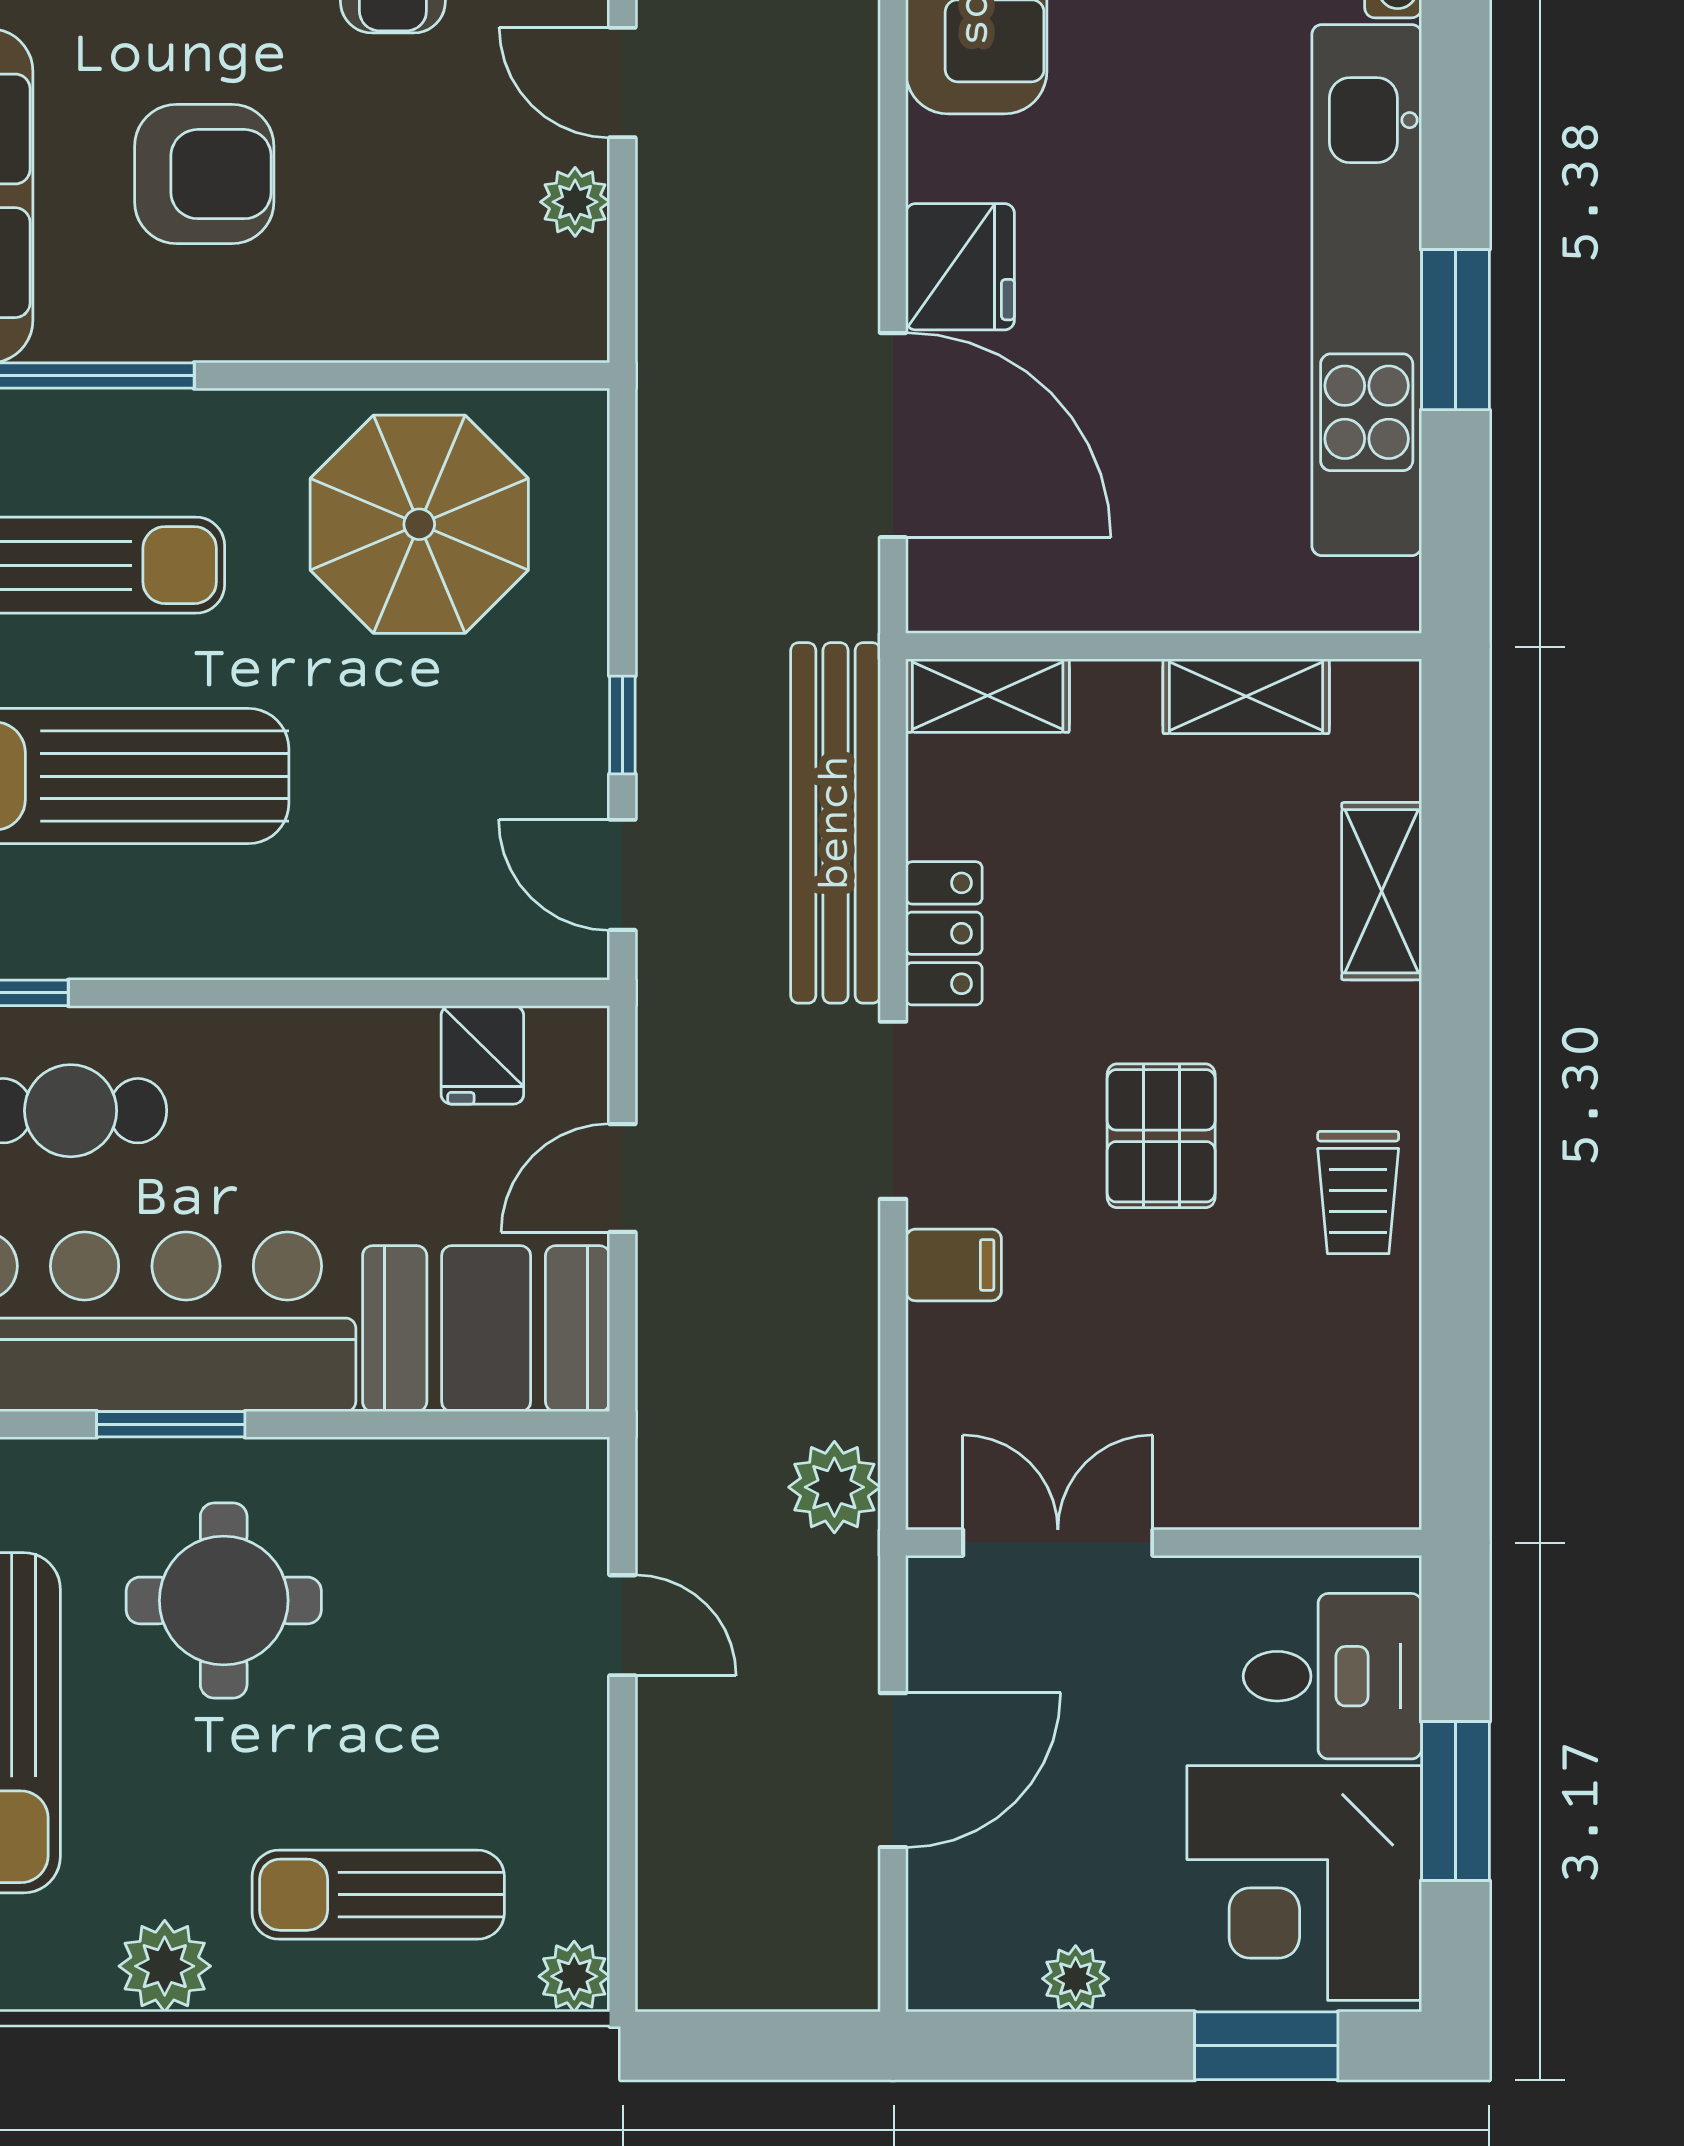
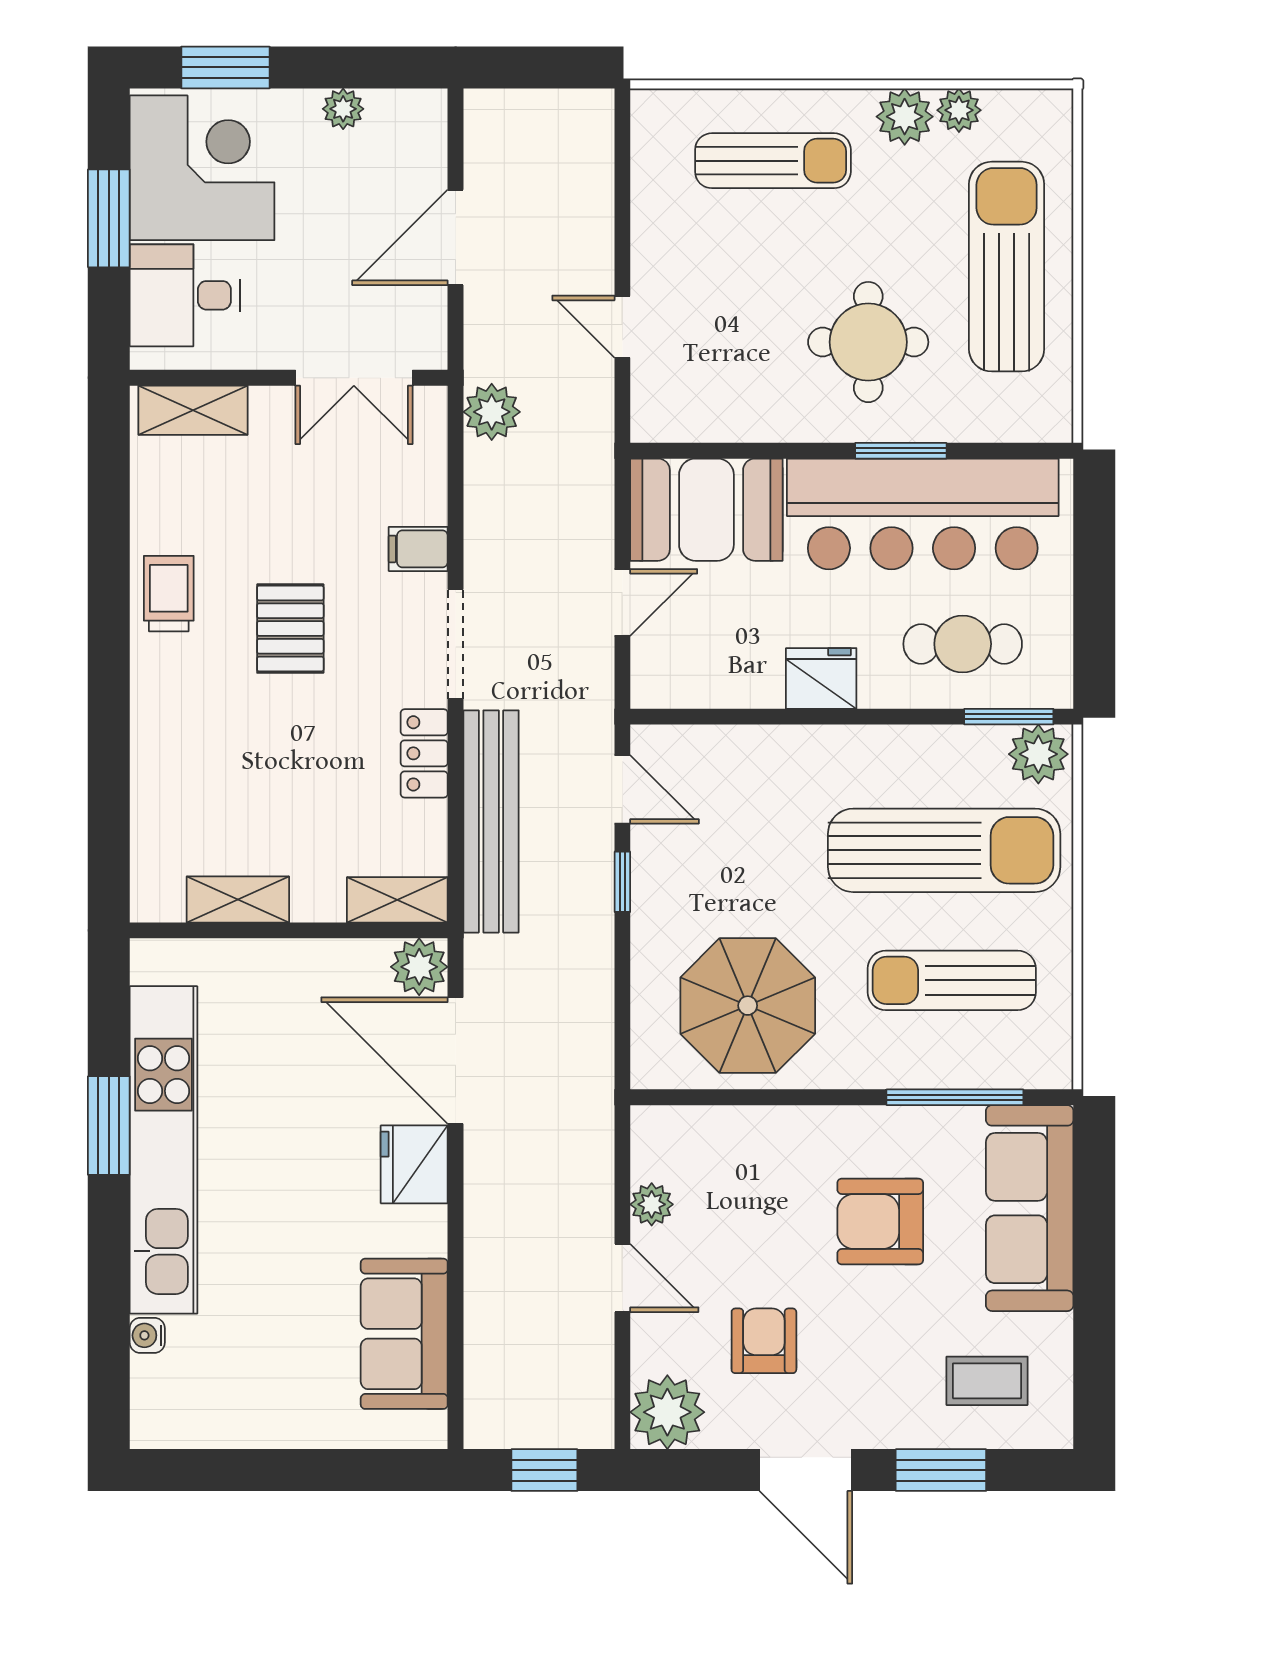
plant: (952, 587) -> (419, 967), added
shelving: (1382, 891) -> (193, 410), moved, turned 90
fridge: (482, 1055) -> (821, 678), moved, width x1.38
plant: (574, 1976) -> (959, 110), moved

